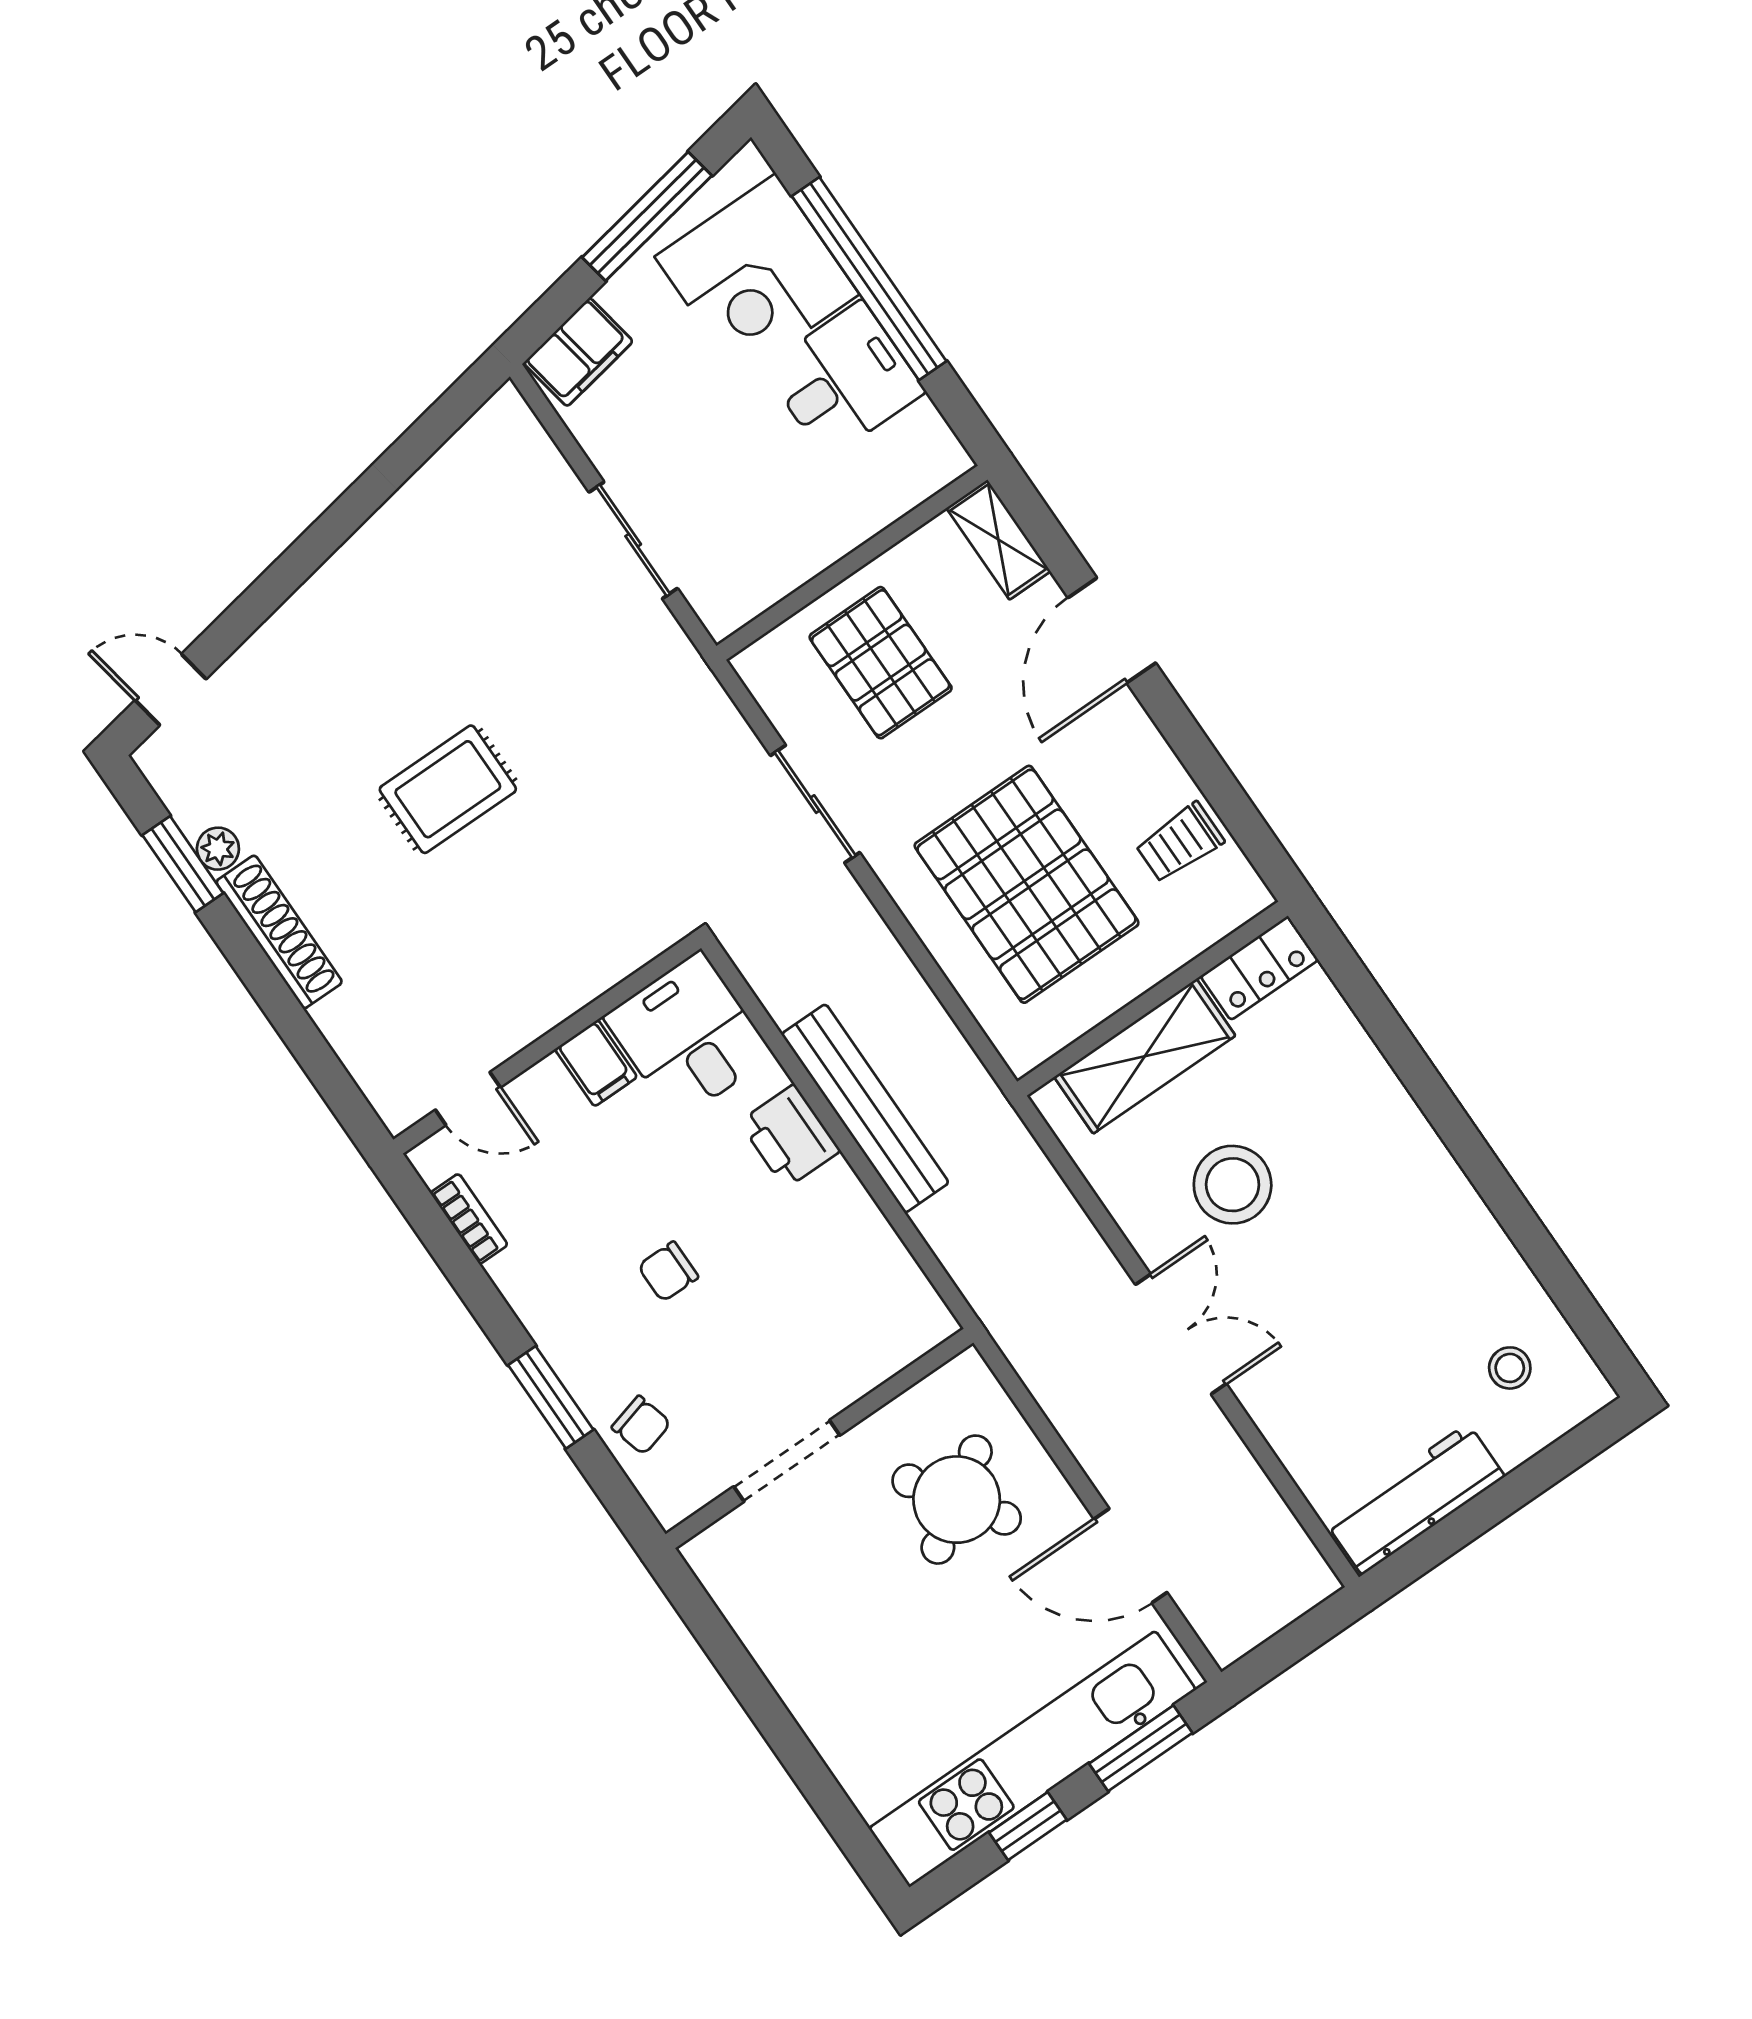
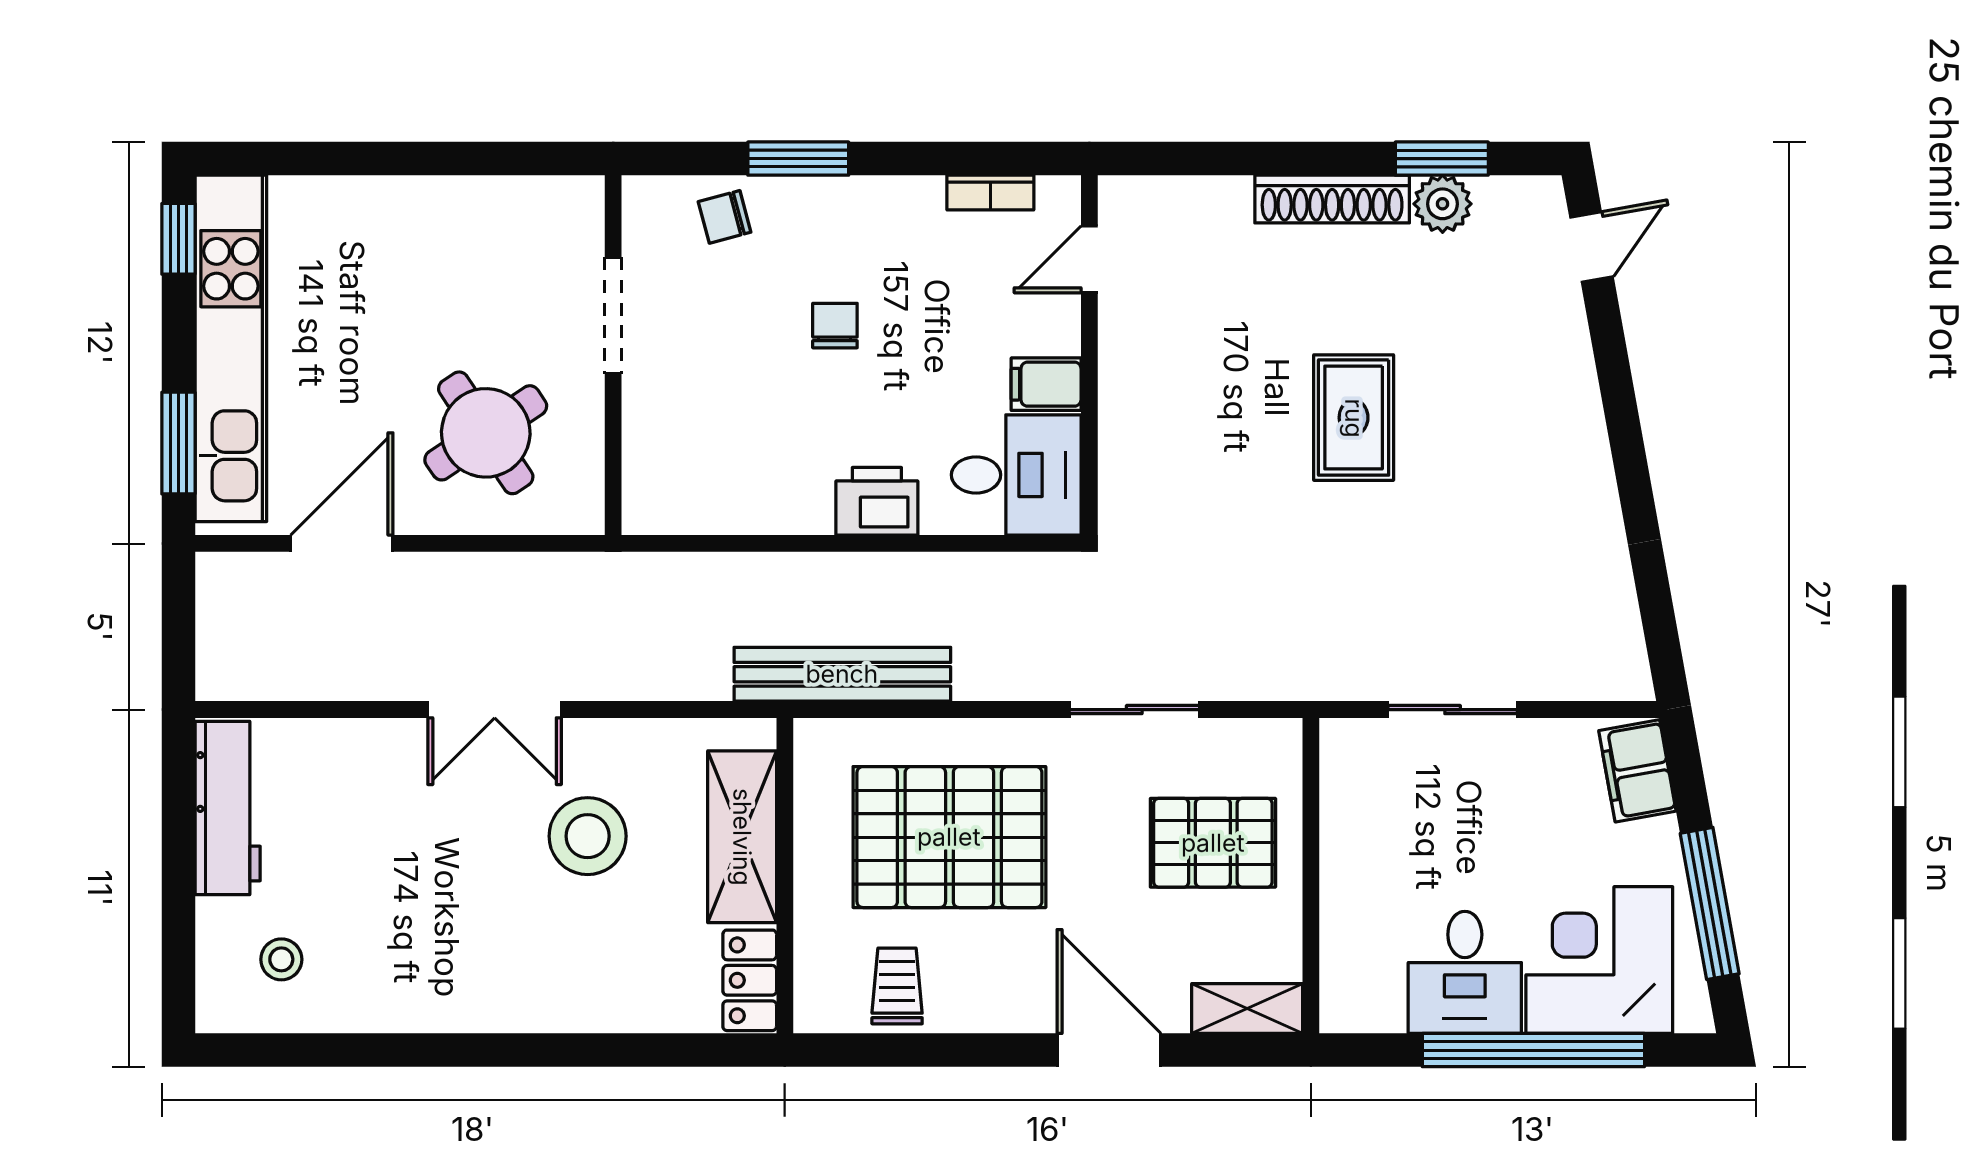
plant: (218, 849) -> (1443, 204), width x1.38, depth x1.38
bench: (865, 1108) -> (842, 674), moved
window: (1028, 1826) -> (178, 239), moved

